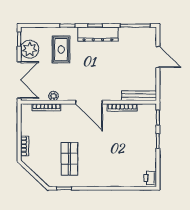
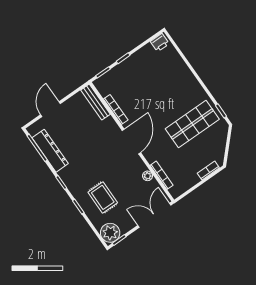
dresser: (98, 34) -> (50, 151), moved
plant: (30, 49) -> (110, 233), moved
rug: (61, 50) -> (103, 197), turned 90
shop shelf: (69, 159) -> (192, 124), width x1.43, depth x1.36

